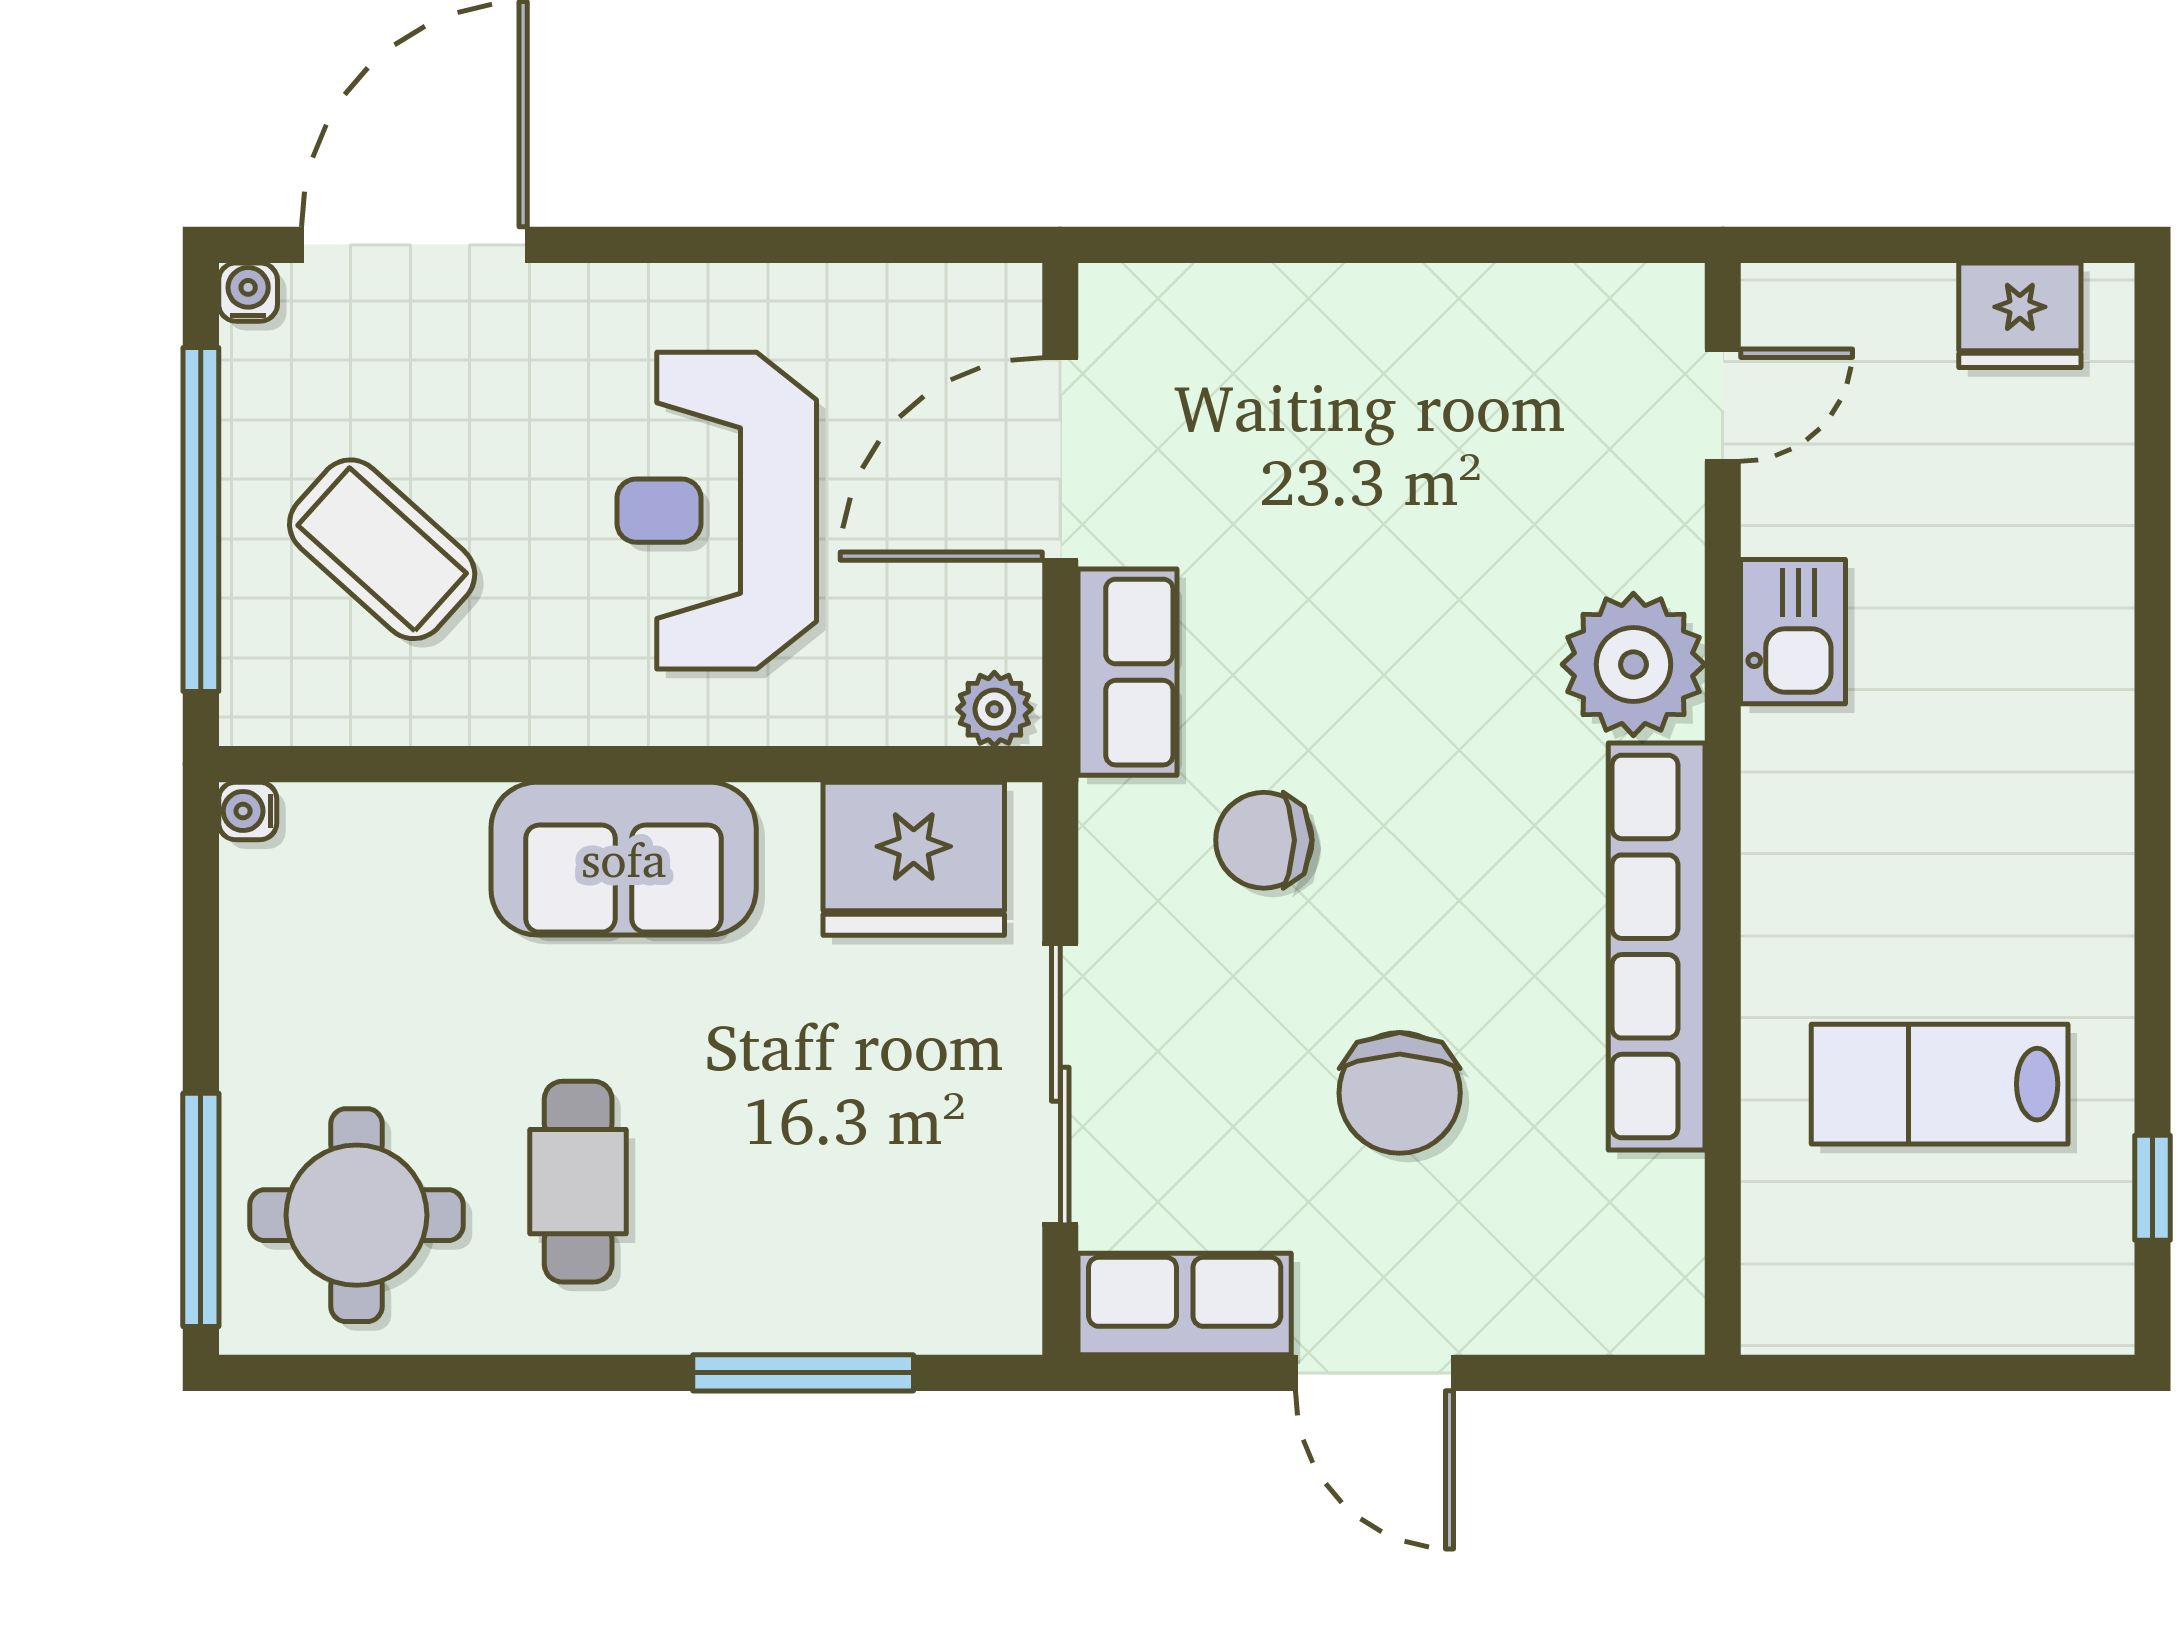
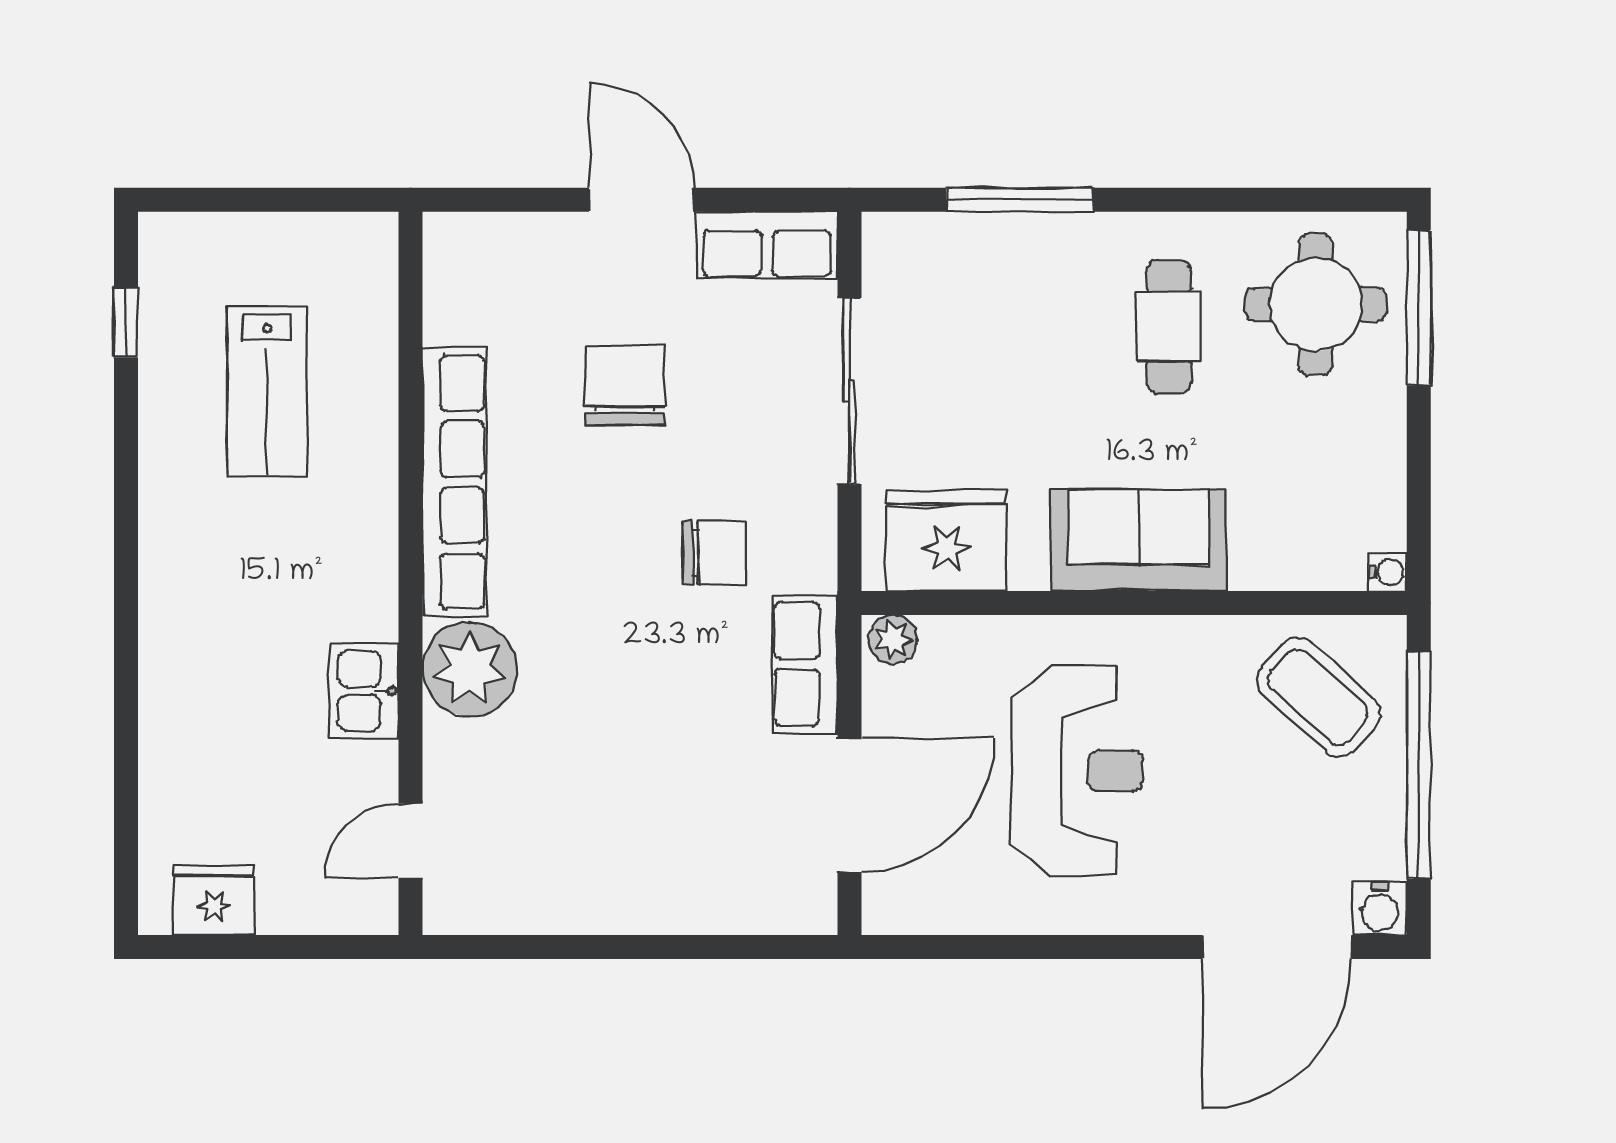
water cooler: (248, 292) -> (1380, 908), width x1.38, depth x1.38
coffee table: (382, 549) -> (1318, 697), moved
lab bench: (1940, 1084) -> (267, 391), turned 90

